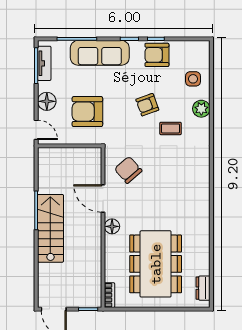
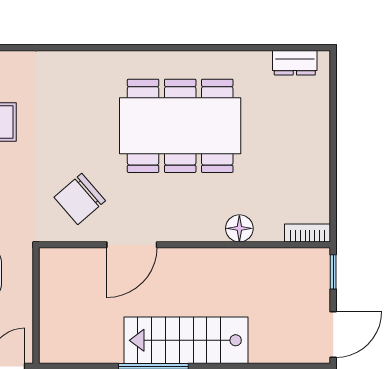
floor lamp: (112, 226) -> (239, 228), moved
dining table: (156, 264) -> (180, 126), moved

